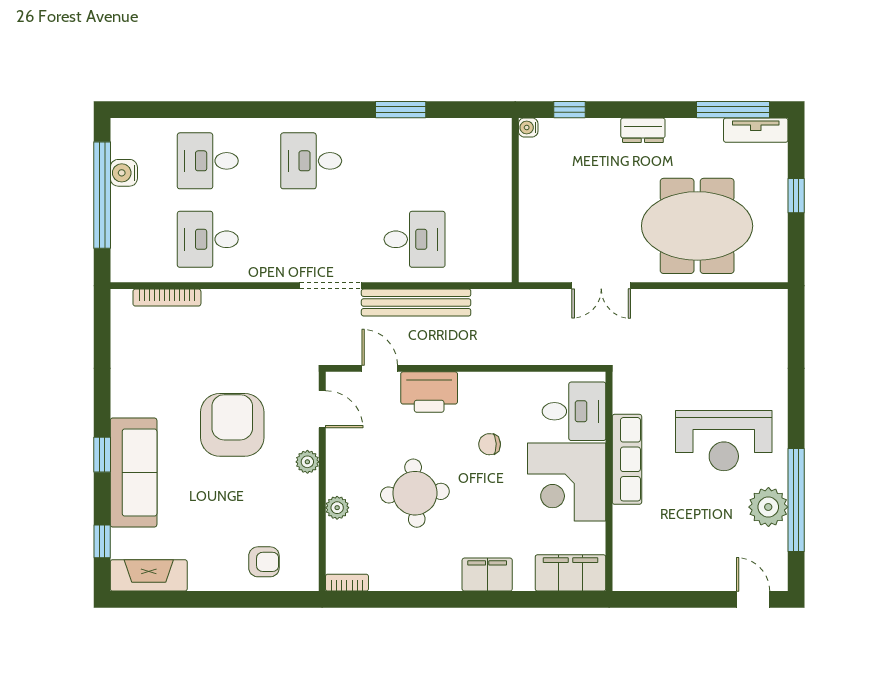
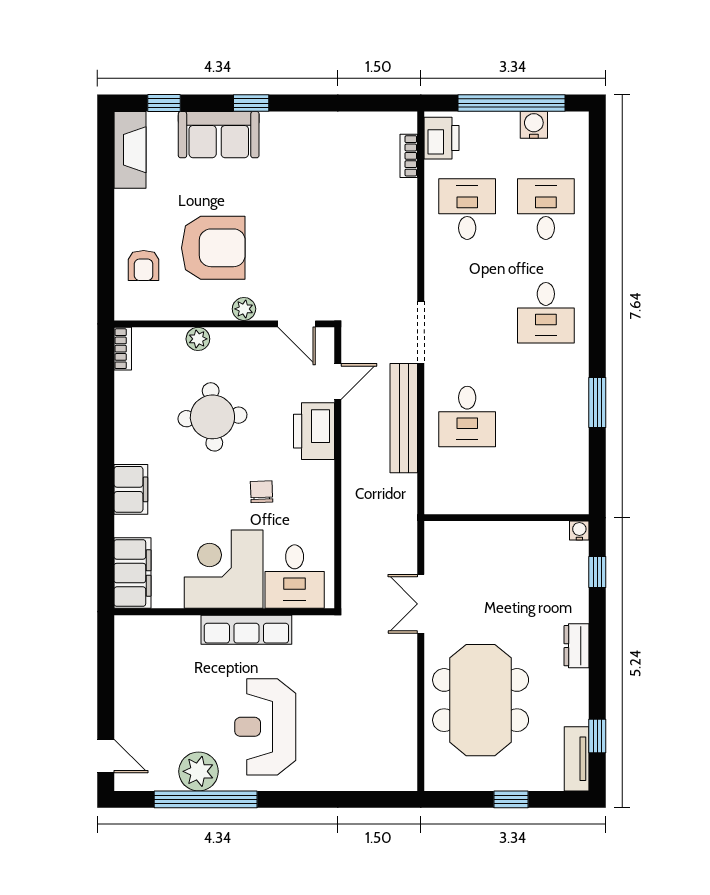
window: (733, 110) -> (597, 736), width x0.46
desk: (311, 161) -> (546, 313), turned 180
printer: (137, 265) -> (441, 138), added
bookcase: (167, 298) -> (409, 156), width x0.64
door: (322, 409) -> (297, 324), hinge flipped
armchair: (232, 425) -> (213, 248), moved
sofa: (134, 472) -> (219, 135), width x0.73
door: (753, 599) -> (106, 756), hinge flipped

